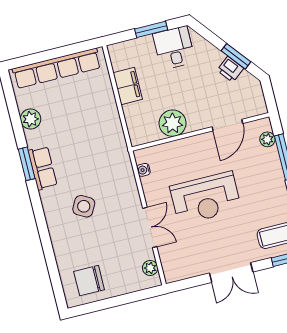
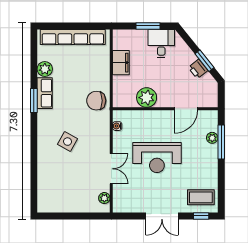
plant: (267, 139) -> (212, 138), moved
row of seats: (43, 168) -> (45, 93), moved
chair: (89, 281) -> (96, 101), moved

